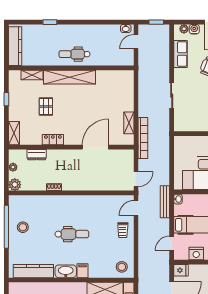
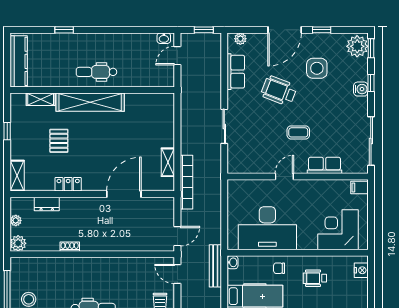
water cooler: (194, 29) -> (254, 39), removed
door: (136, 208) -> (177, 274), hinge flipped

